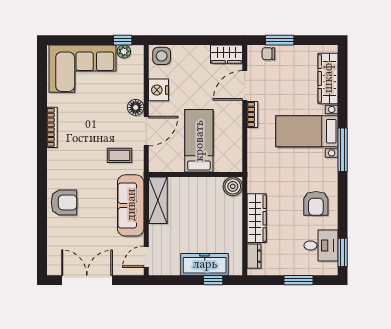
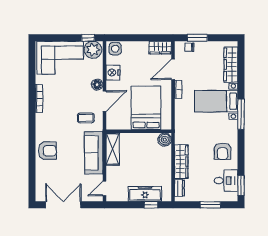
plant: (124, 51) -> (93, 50), width x1.88, depth x1.88
bed: (199, 141) -> (146, 108), width x1.50

